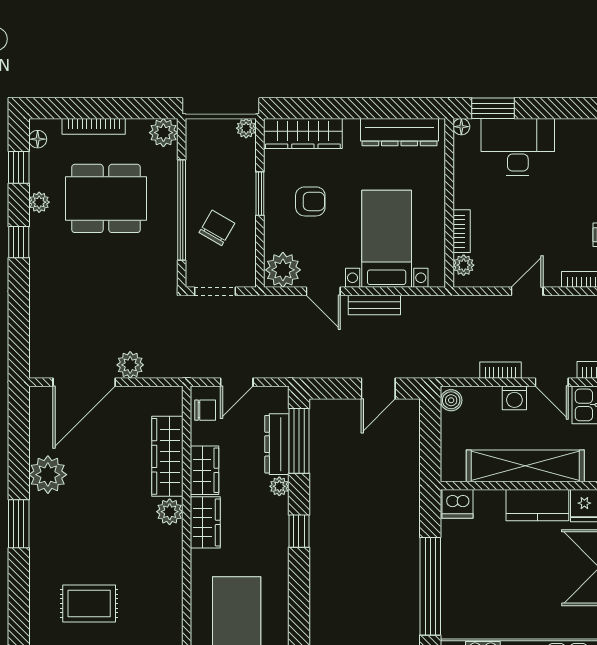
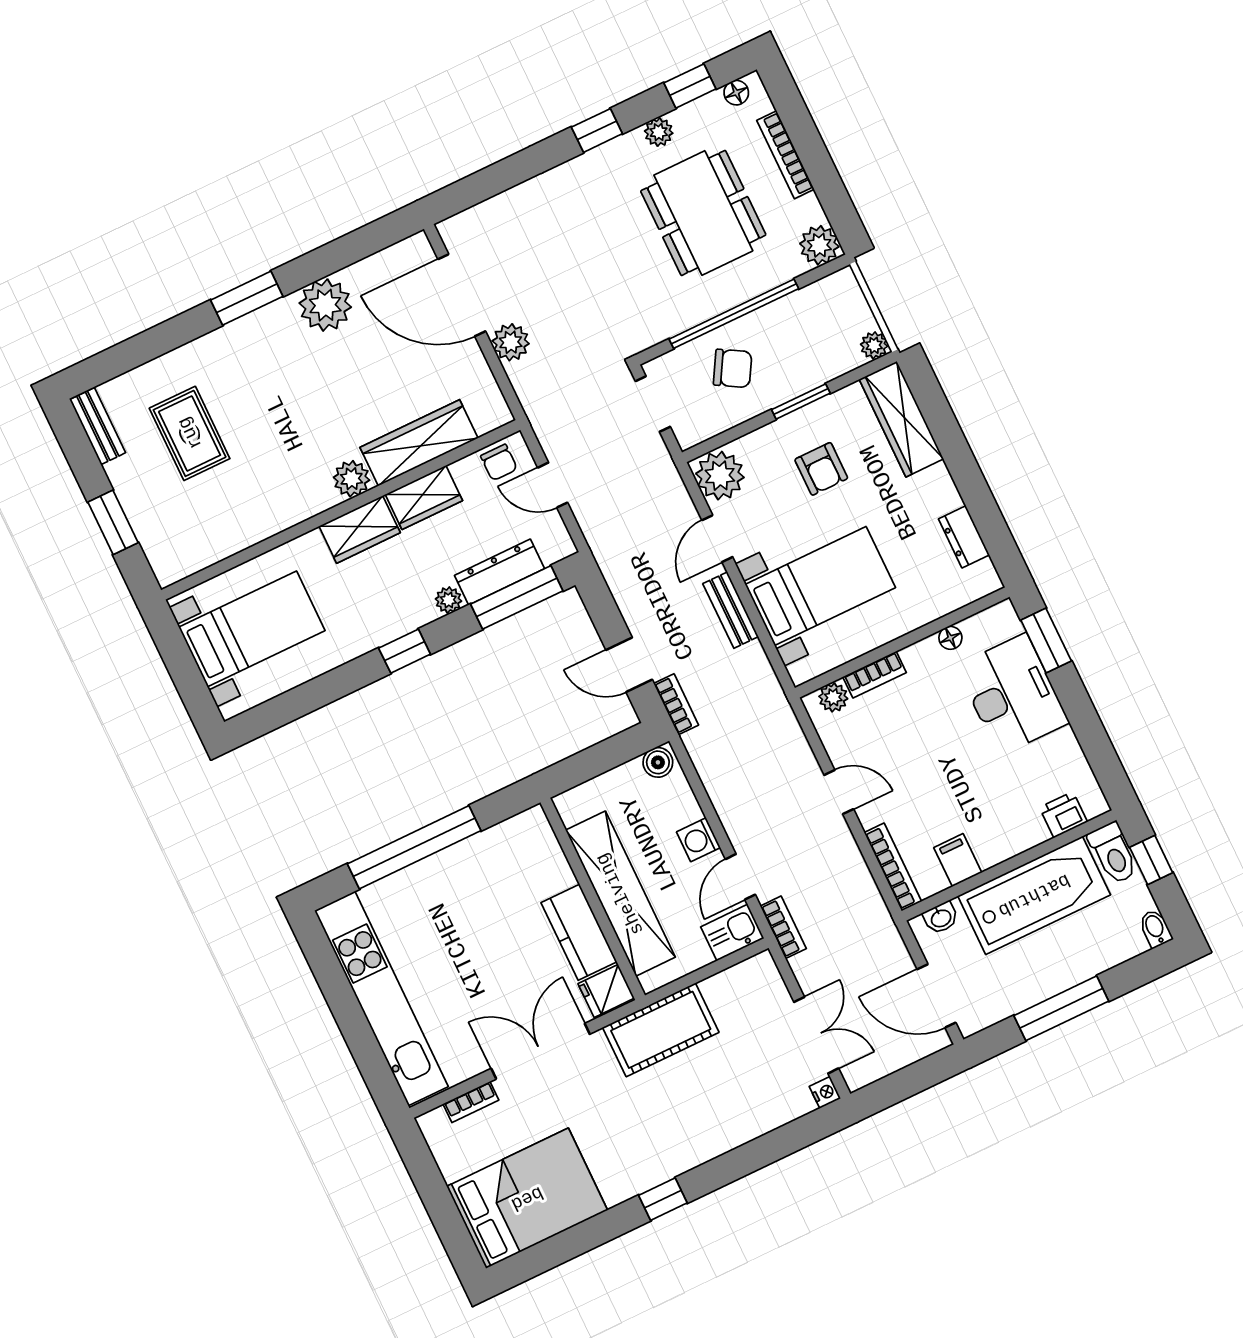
floor lamp: (461, 127) -> (950, 638), moved
dresser: (400, 132) -> (964, 537), width x0.51, depth x0.80
bookcase: (500, 370) -> (676, 704), moved
dishwasher: (457, 504) -> (533, 832), removed

